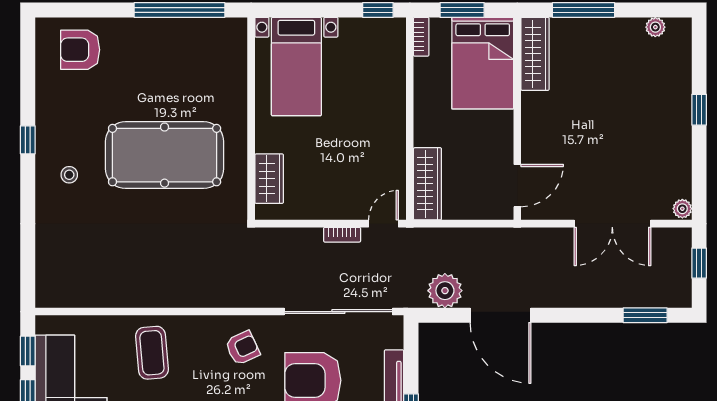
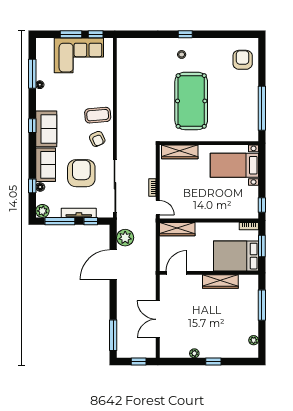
wardrobe: (535, 54) -> (220, 282), moved
window: (28, 140) -> (185, 34), moved
wardrobe: (269, 179) -> (180, 152), width x1.50
door: (517, 186) -> (176, 273), swing flipped
plant: (682, 209) -> (194, 353), moved
window: (645, 315) -> (113, 335), width x1.44
coffee table: (152, 353) -> (98, 115), moved
window: (411, 361) -> (91, 221), added

